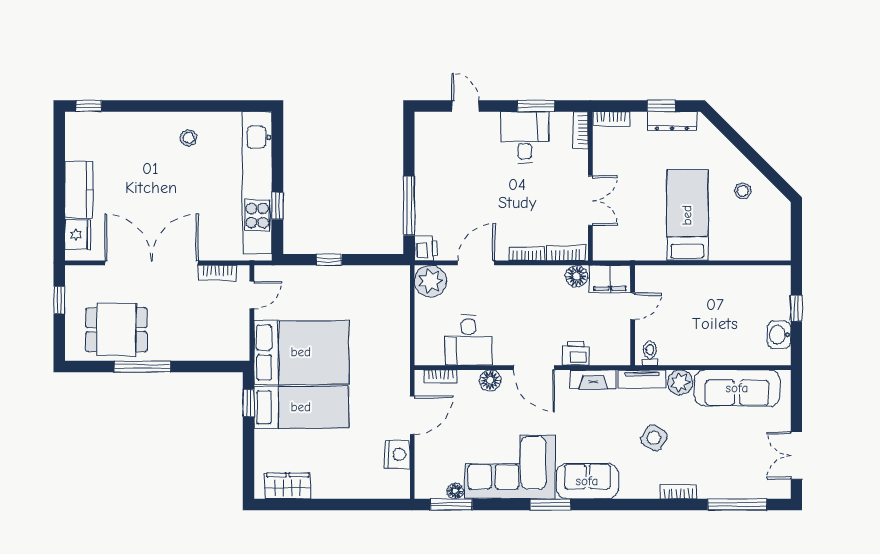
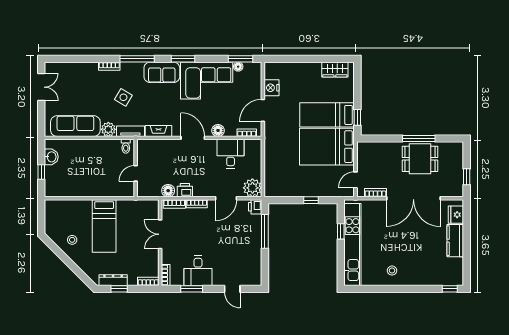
filing cabinet: (610, 279) -> (149, 189), removed
dining table: (116, 330) -> (420, 159), moved
printer: (576, 354) -> (185, 190), moved, turned 180
window: (737, 505) -> (137, 59), moved

